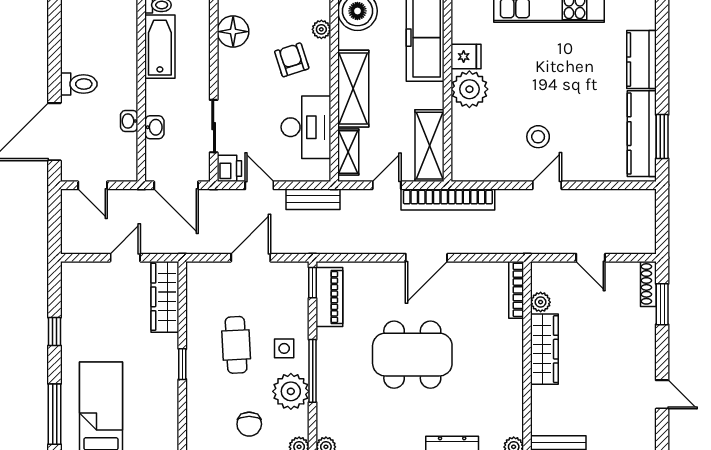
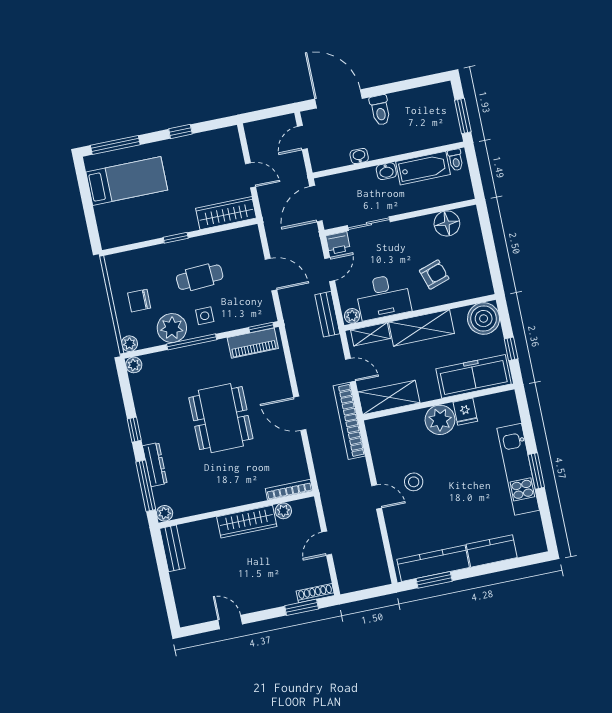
plant: (321, 29) -> (352, 316), moved
washbasin: (154, 127) -> (386, 171), moved
door: (662, 394) -> (230, 622), swing flipped

